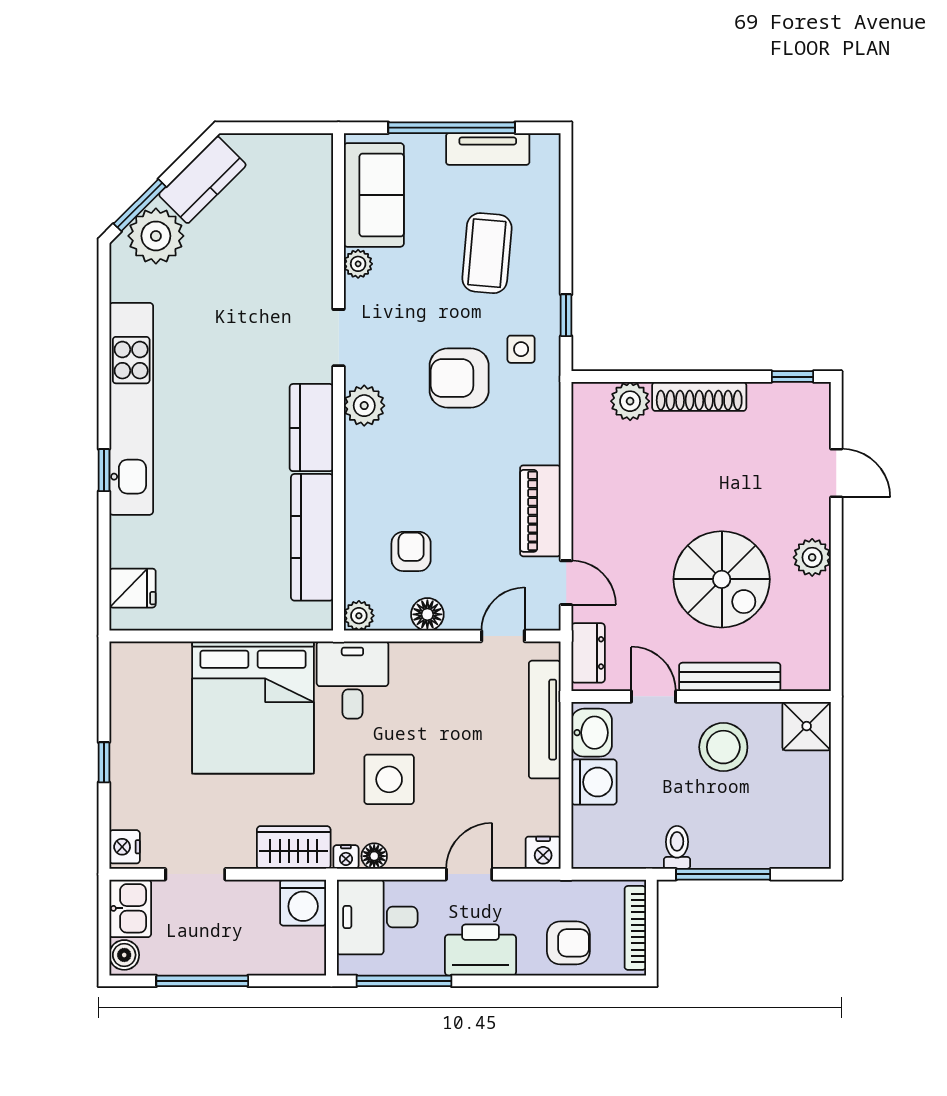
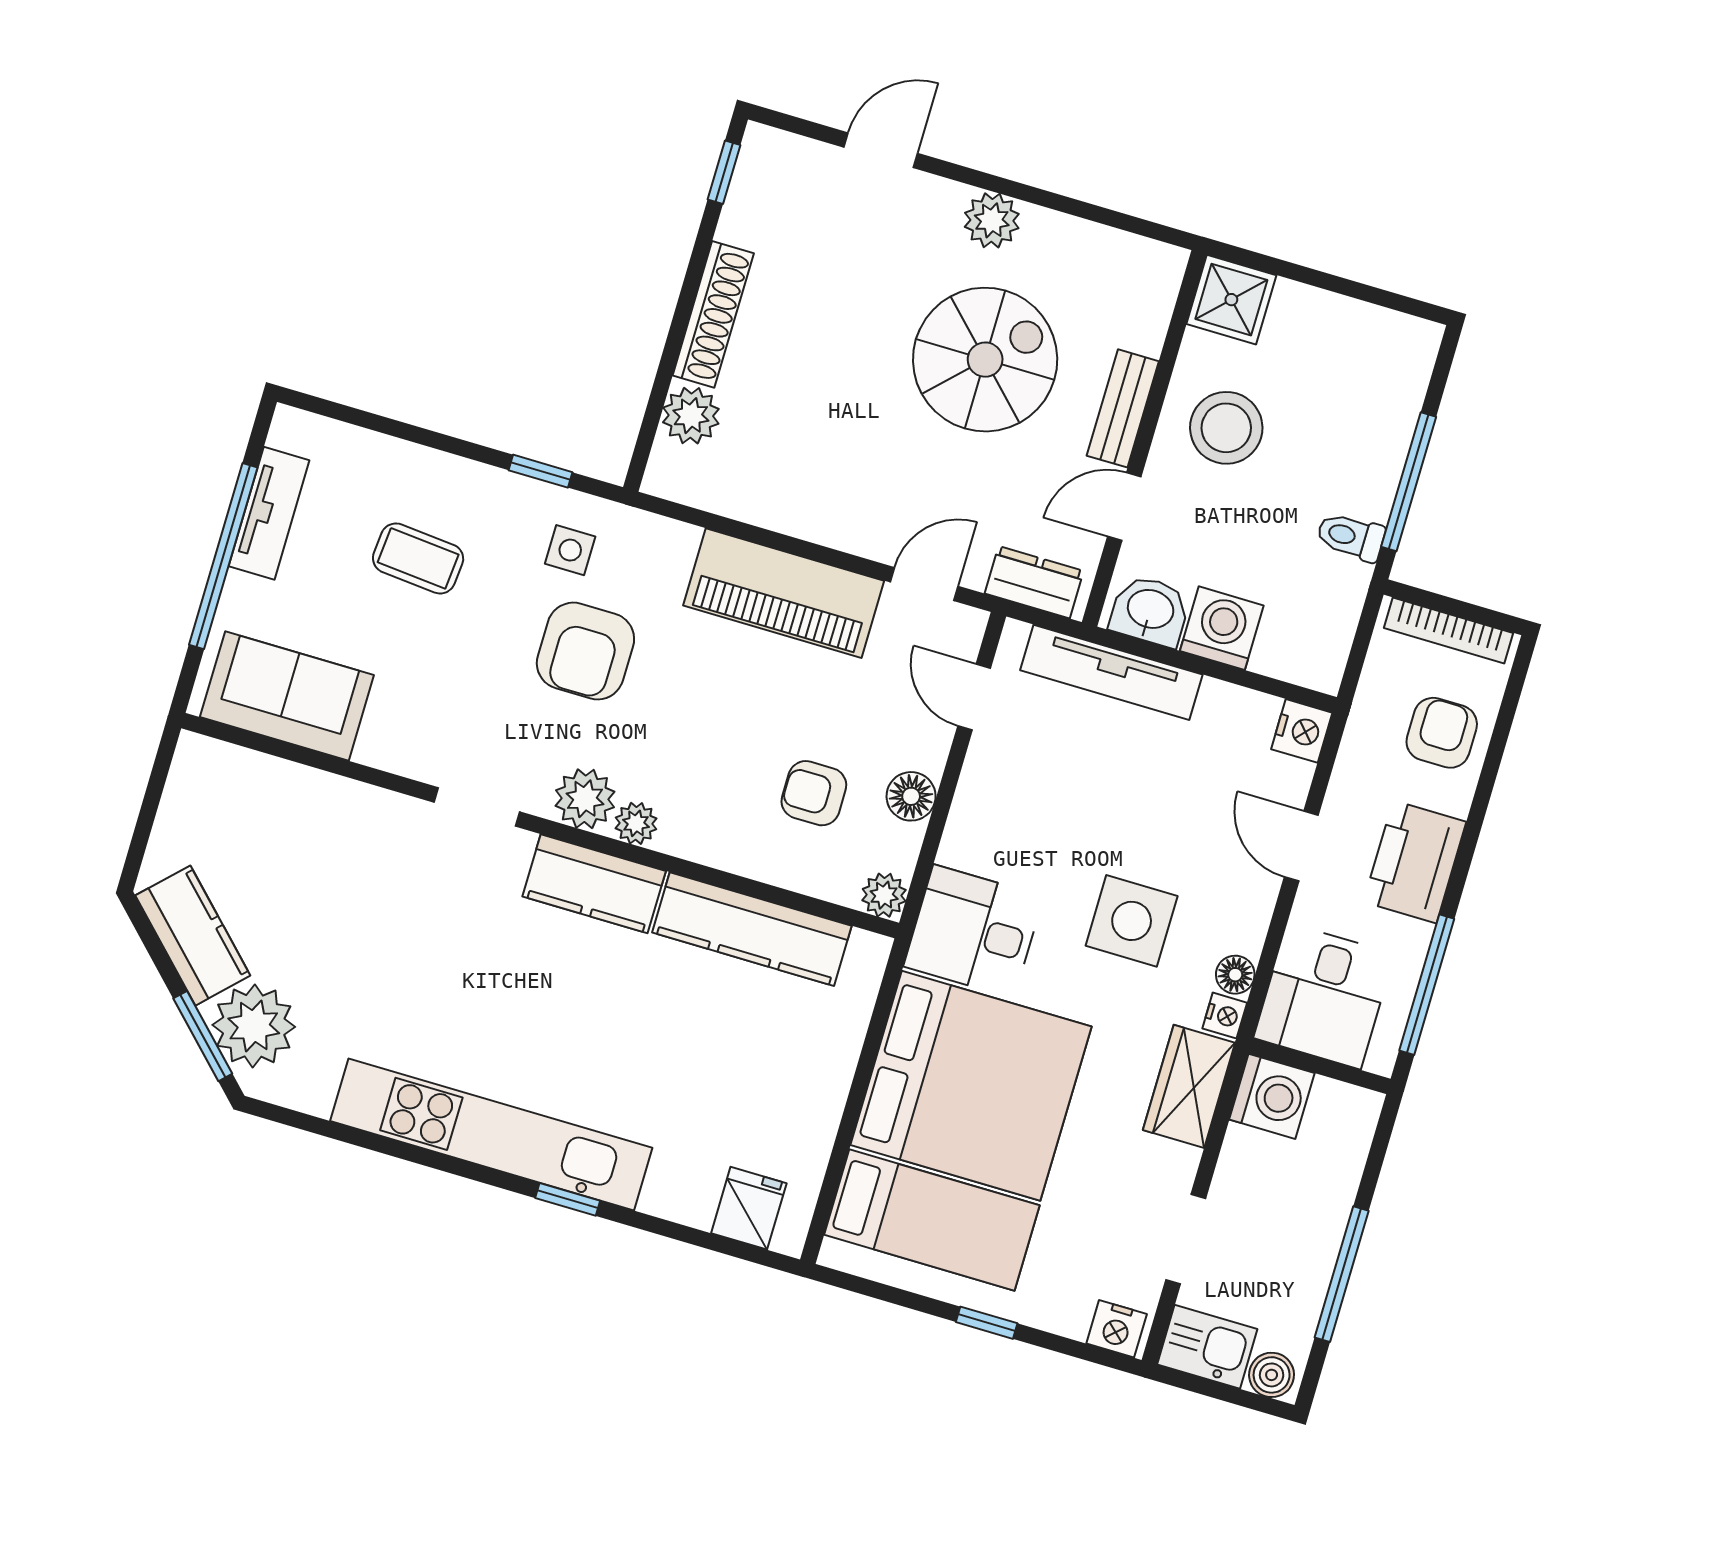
coffee table: (487, 253) -> (418, 558), width x0.73, depth x0.77
plant: (358, 264) -> (636, 823), moved
piano: (540, 511) -> (784, 593), width x1.37, depth x1.33
bench: (730, 677) -> (1123, 408), width x0.73
bed: (159, 708) -> (932, 1220), added

